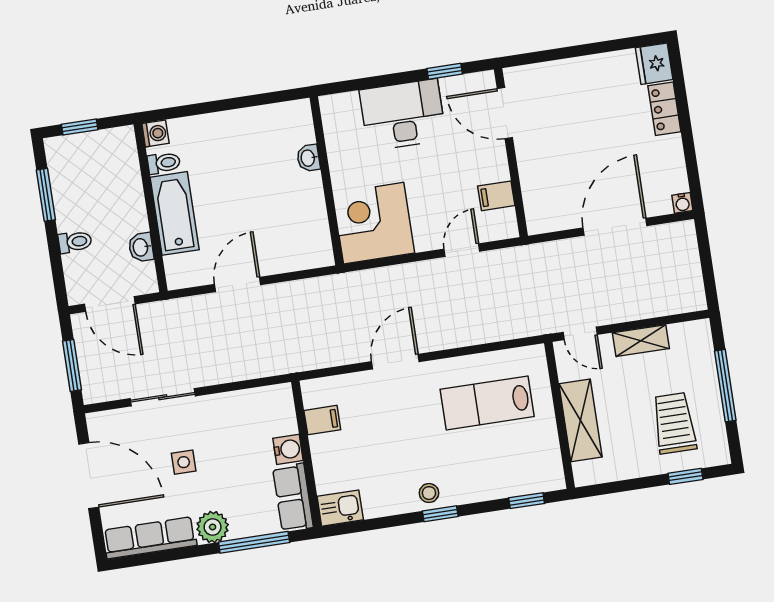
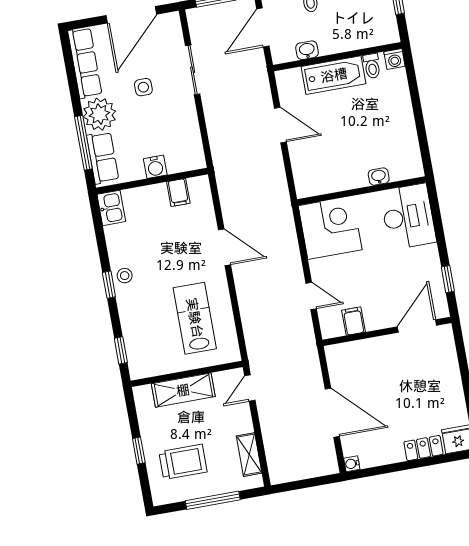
desk: (403, 115) -> (408, 217), moved
shelving: (641, 341) -> (249, 455), moved
window: (685, 476) -> (139, 451), moved
row of seats: (293, 498) -> (103, 158), moved, turned 90
plant: (213, 527) -> (99, 114), width x1.36, depth x1.36

